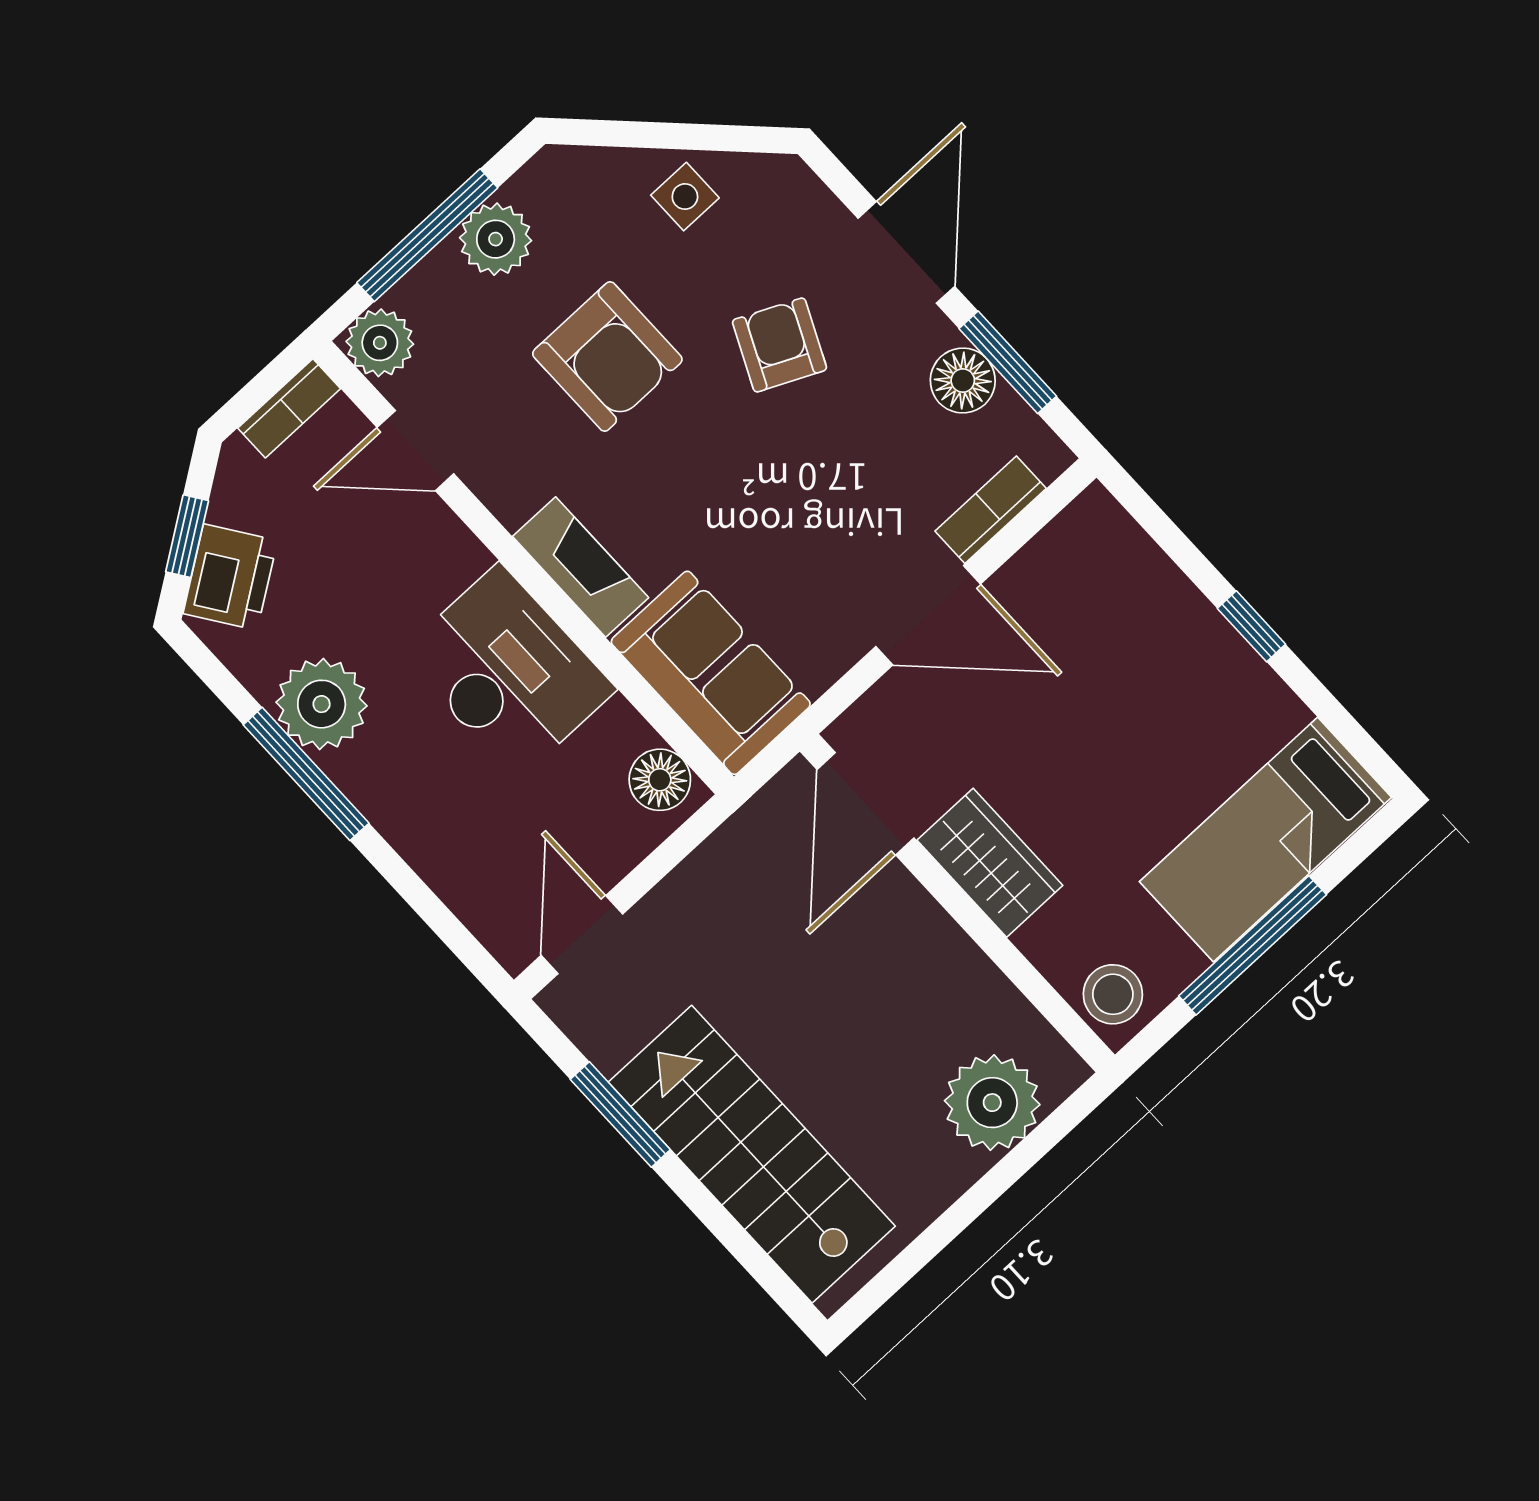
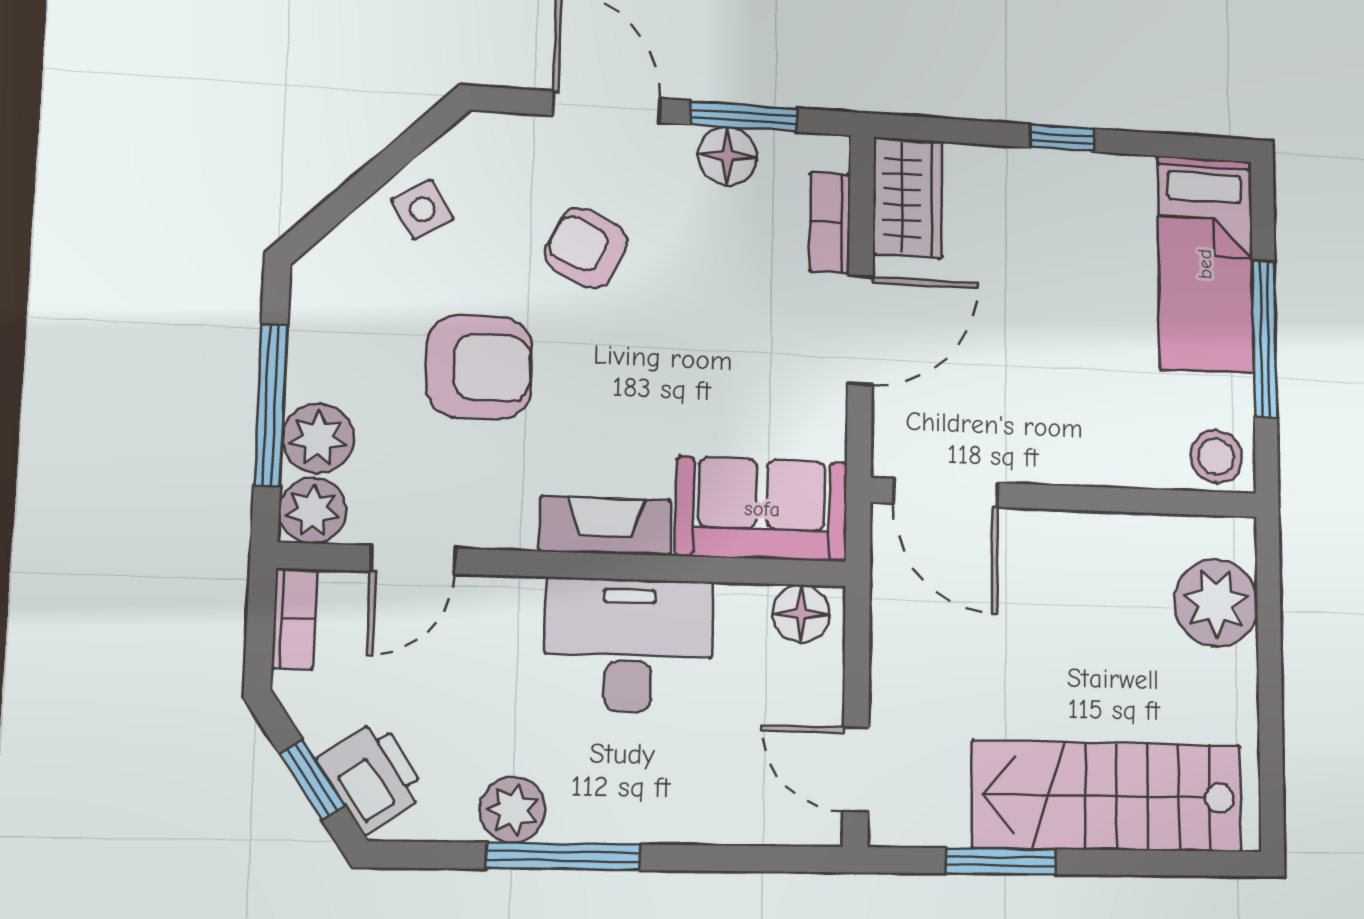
side table: (685, 197) -> (422, 209), turned -31
plant: (496, 239) -> (318, 438), moved
plant: (322, 704) -> (513, 810), width x0.73, depth x0.73
wardrobe: (990, 863) -> (908, 198), moved, turned 90

